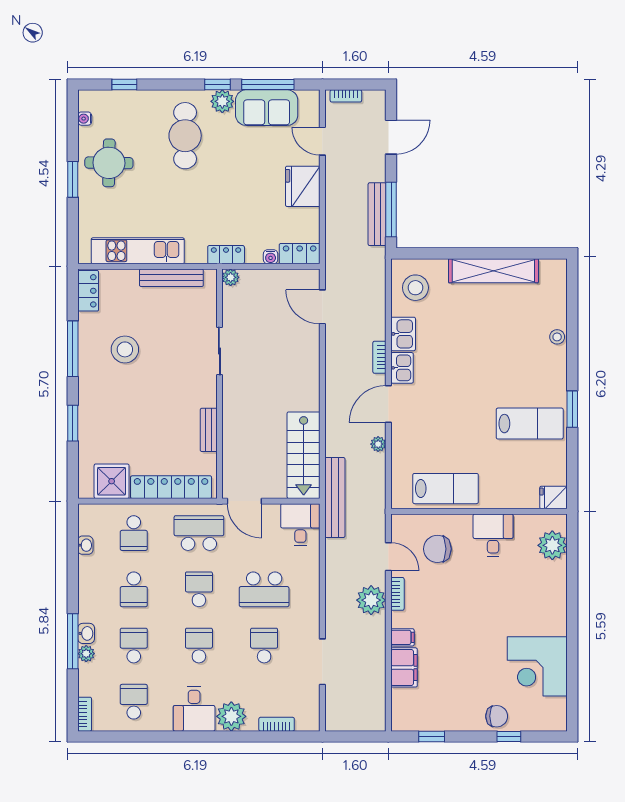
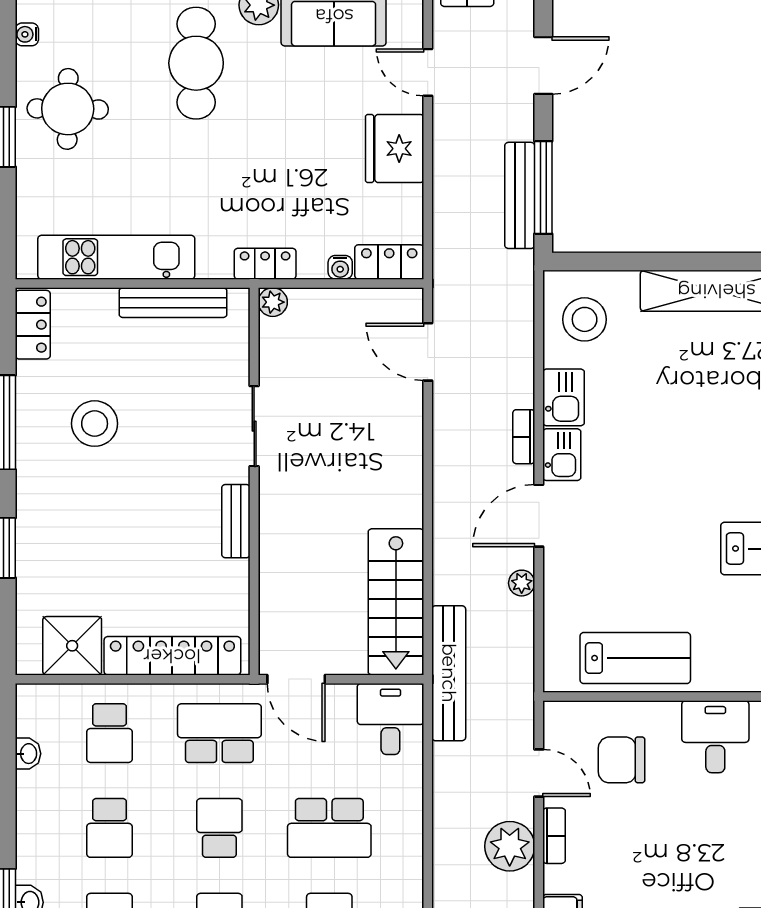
bench: (209, 430) -> (236, 521), moved

